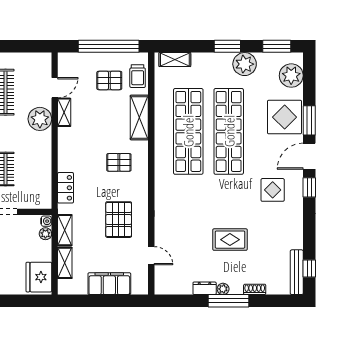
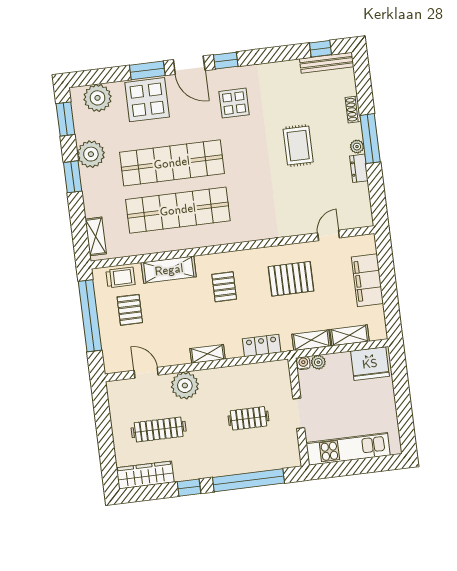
shelving: (64, 112) -> (208, 354), moved

